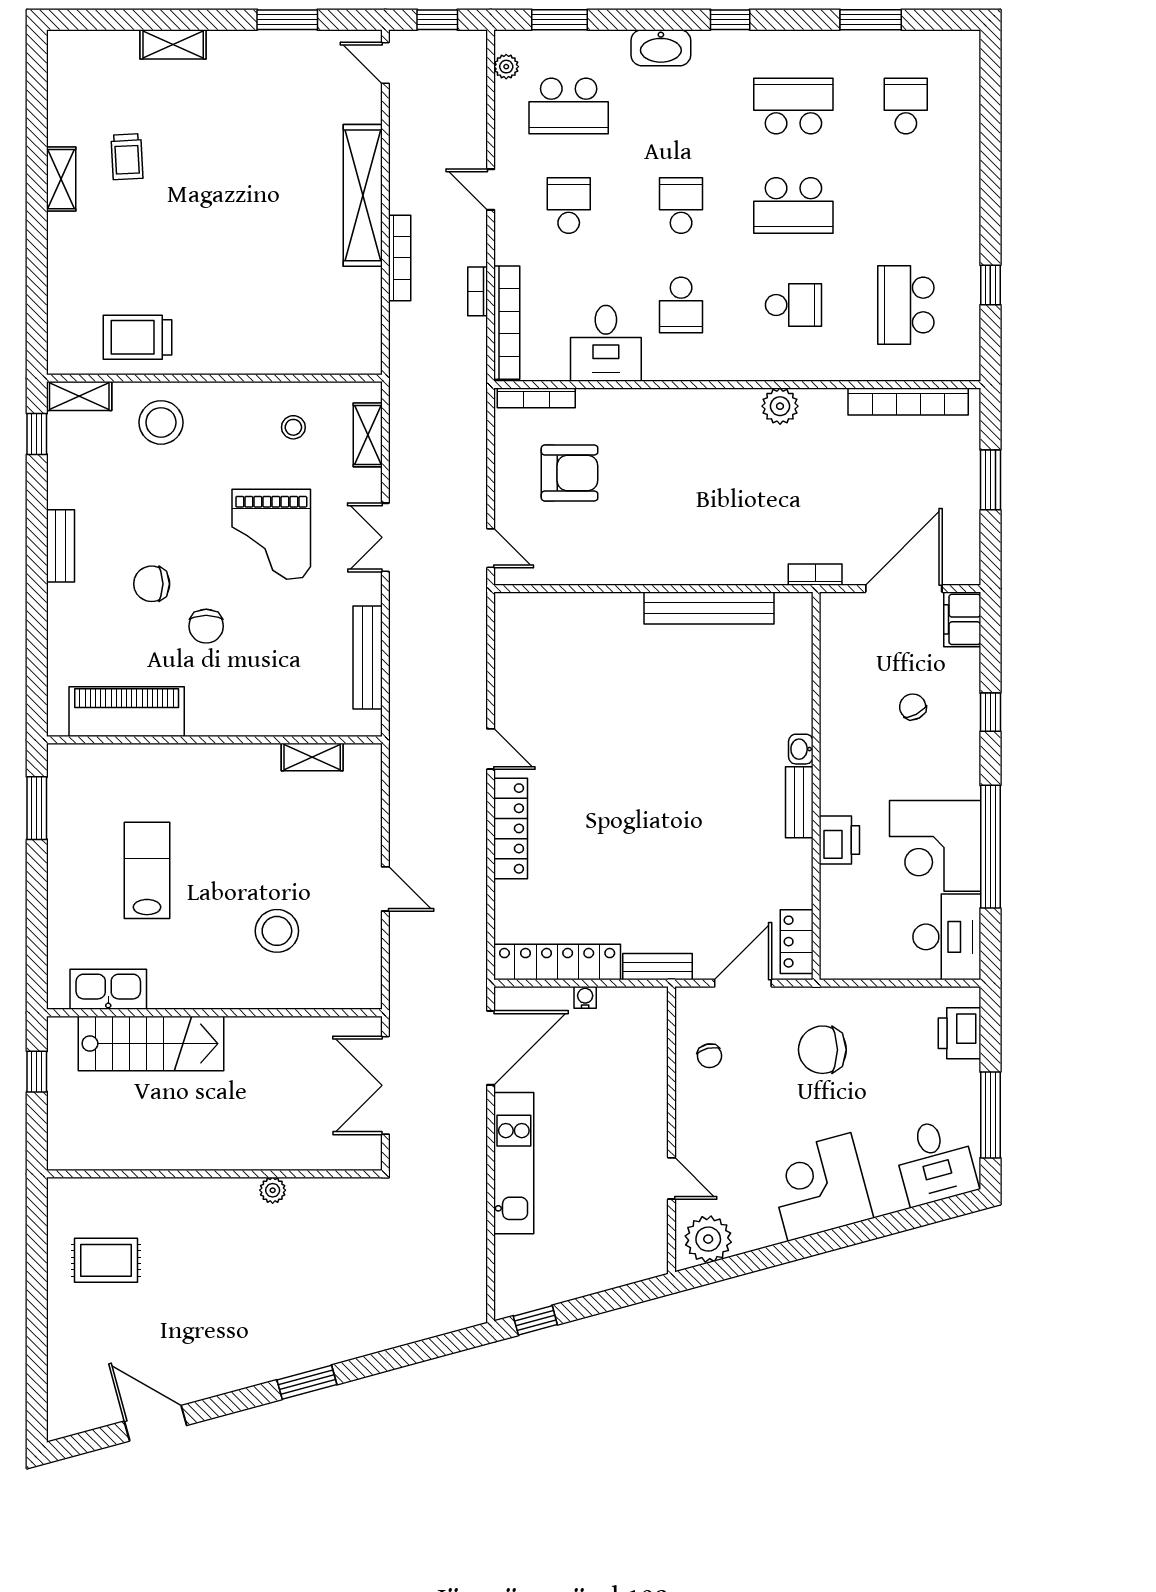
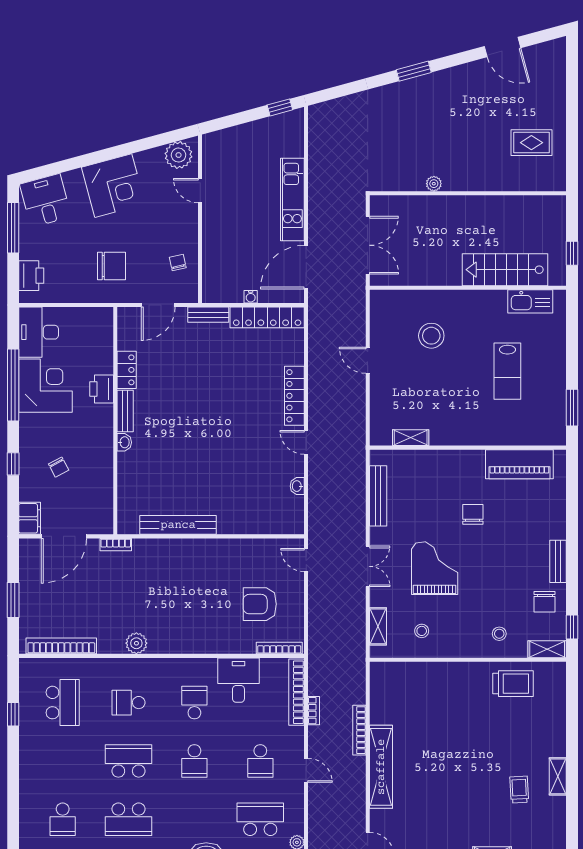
stool: (161, 422) -> (499, 634), width x0.53, depth x0.53
chair: (152, 584) -> (545, 602), moved, turned 90
washbasin: (506, 674) -> (297, 486), added
locker: (797, 942) -> (127, 370), moved

